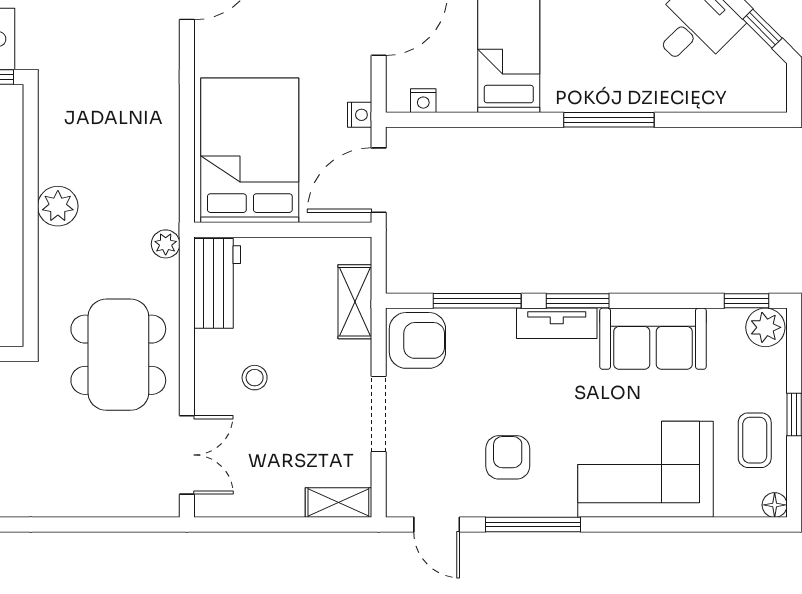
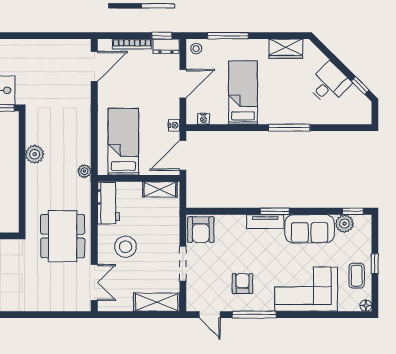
bed: (250, 150) -> (123, 142), width x0.67
plant: (58, 206) -> (35, 154), moved
plant: (166, 244) -> (84, 171), moved
window: (477, 301) -> (228, 211), removed
shelving: (355, 302) -> (160, 189), moved, turned 90
plant: (765, 327) -> (345, 224), moved
armchair: (417, 340) -> (201, 230), turned 90
stool: (255, 378) -> (126, 247), width x1.89, depth x1.89
shelving: (338, 502) -> (157, 302), width x1.50, depth x1.33

